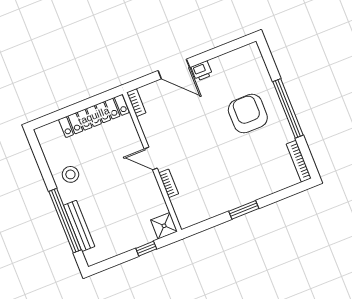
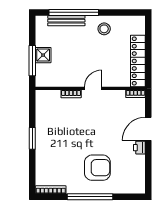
shower: (164, 226) -> (43, 55), moved
window: (146, 249) -> (32, 61), width x2.17

